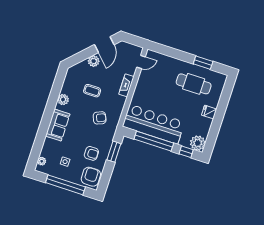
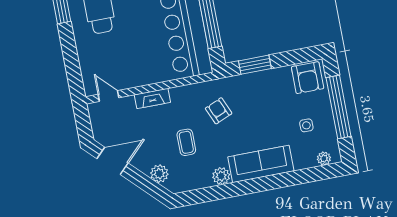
plant: (94, 61) -> (159, 174), moved
sofa: (58, 125) -> (261, 164), width x1.36
armchair: (91, 153) -> (275, 95), removed
armchair: (91, 177) -> (308, 78), turned -90

